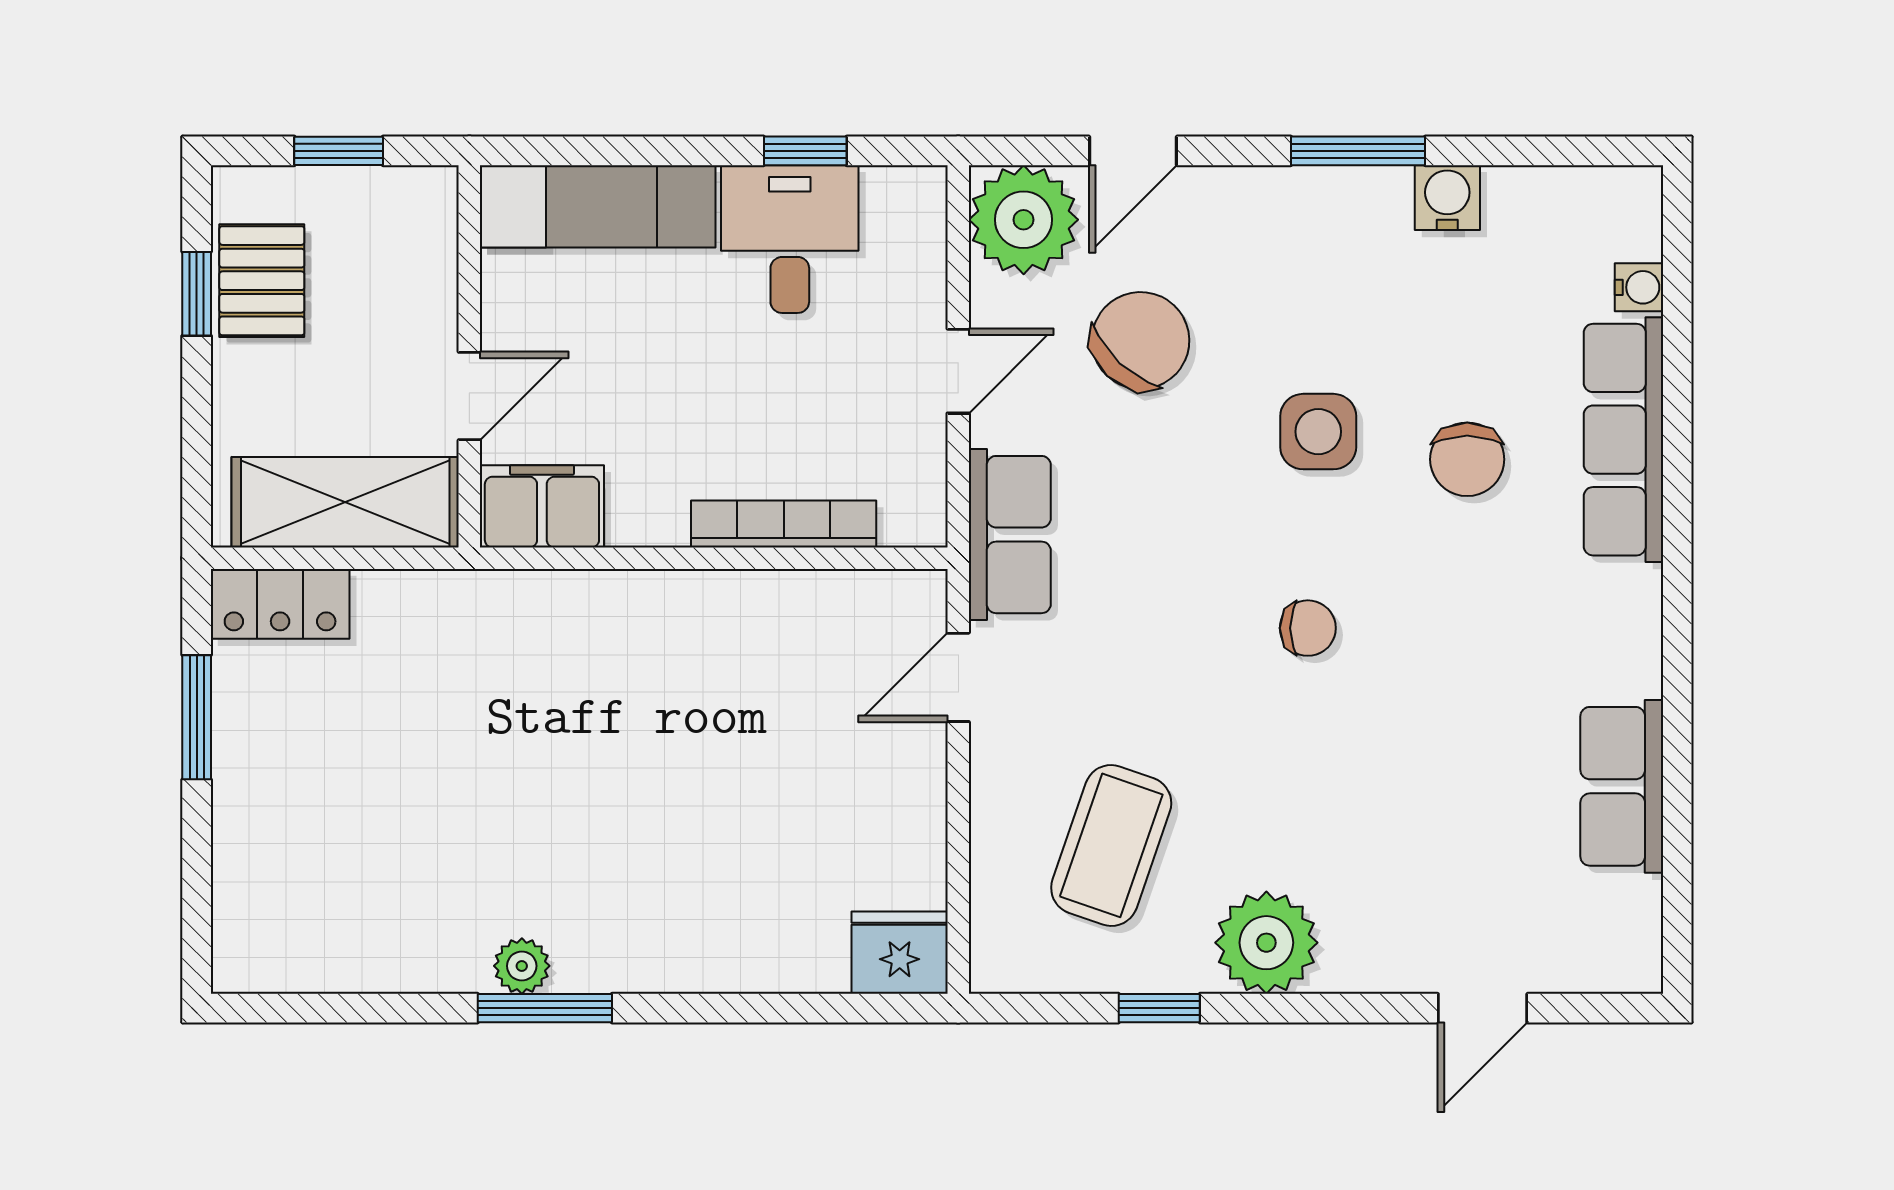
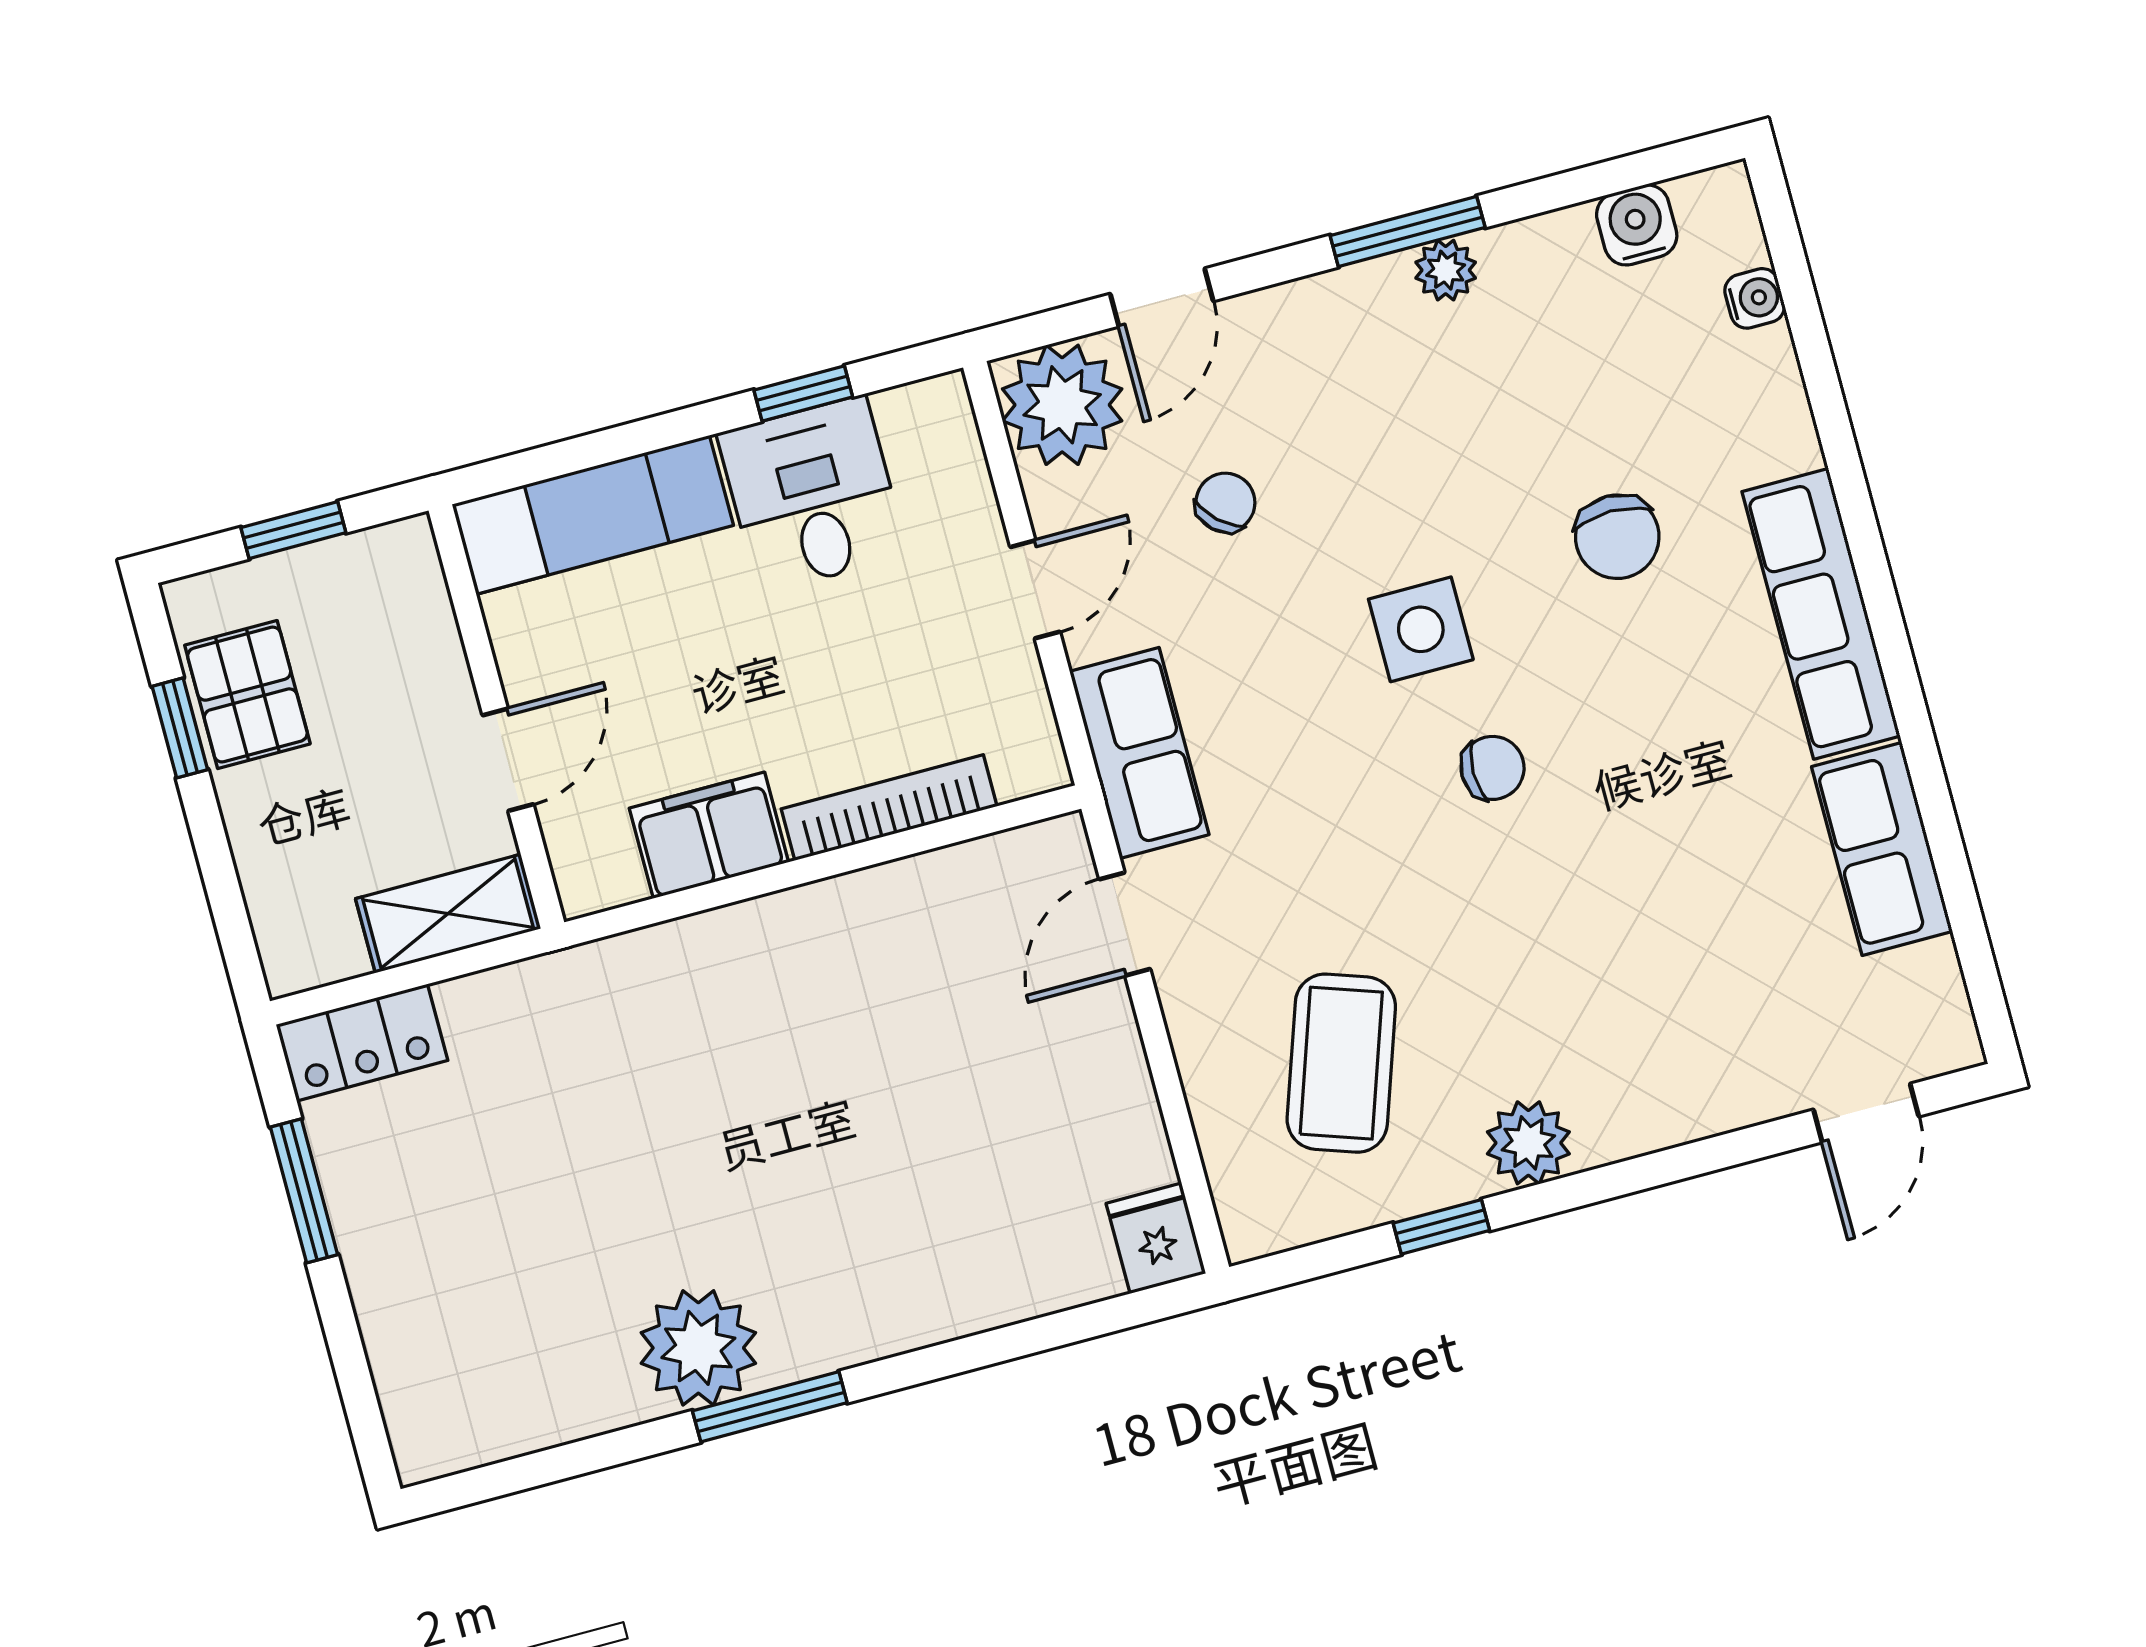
plant: (1382, 192) -> (1446, 270), added
water cooler: (1447, 198) -> (1637, 225), moved
chair: (1141, 341) -> (1225, 503), width x0.54, depth x0.54
side table: (1318, 432) -> (1421, 629), moved
row of seats: (1623, 440) -> (1821, 614), moved
shelving: (345, 502) -> (448, 914), width x0.67, depth x0.75
filing cabinet: (542, 506) -> (709, 835), moved
plant: (1266, 943) -> (1528, 1143), width x0.73, depth x0.73
fridge: (900, 953) -> (1156, 1238), width x0.72
plant: (522, 966) -> (698, 1348), width x1.88, depth x1.88
door: (1483, 1008) -> (1866, 1113), moved

